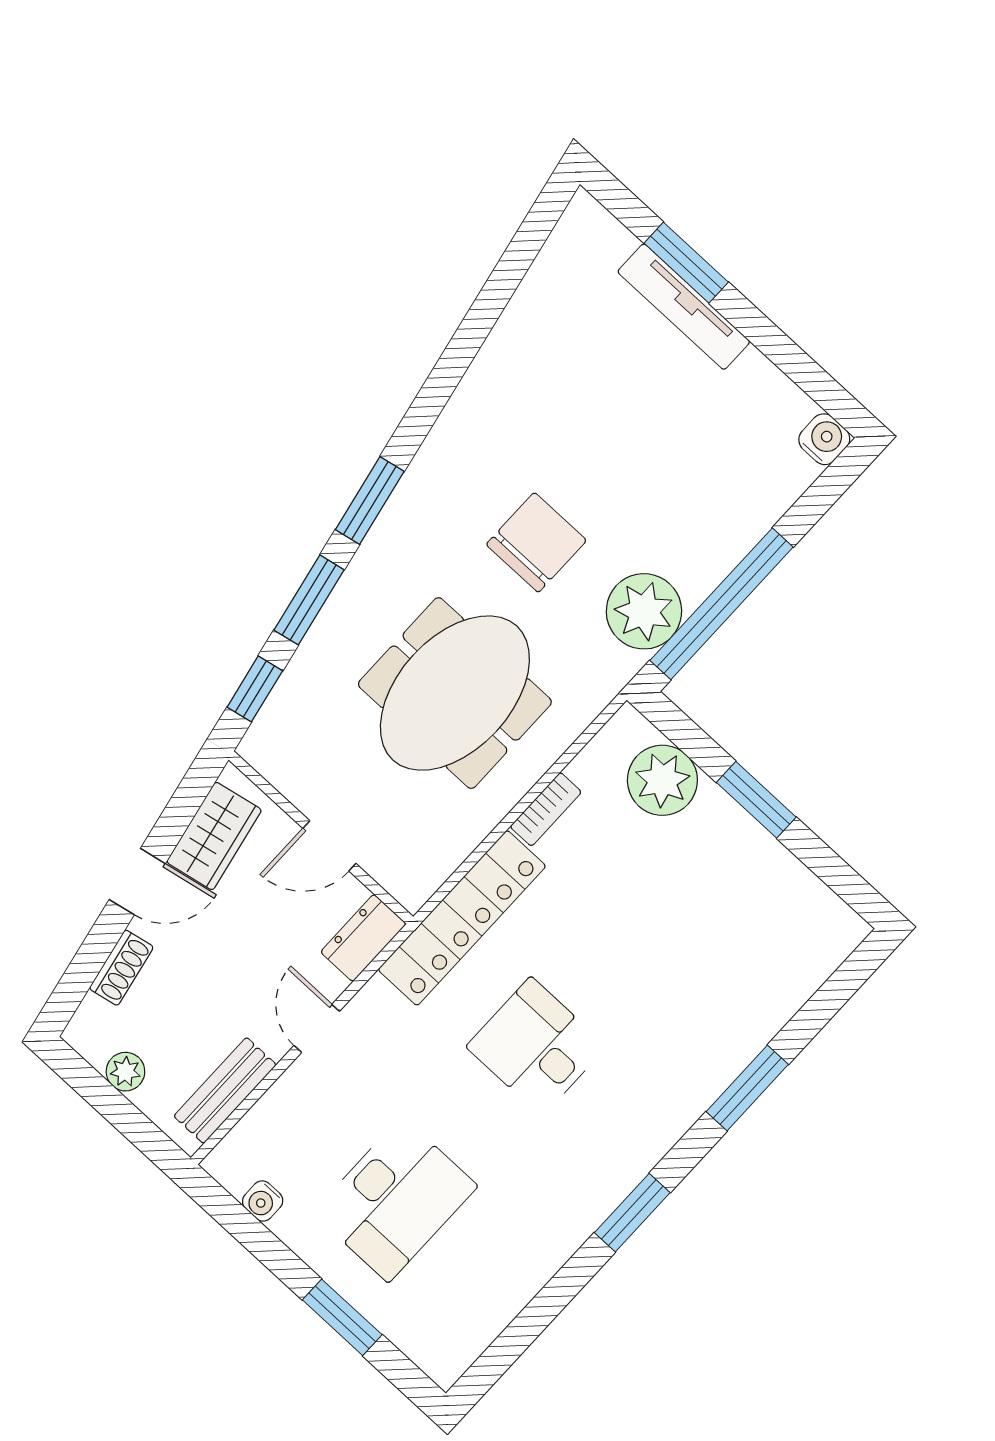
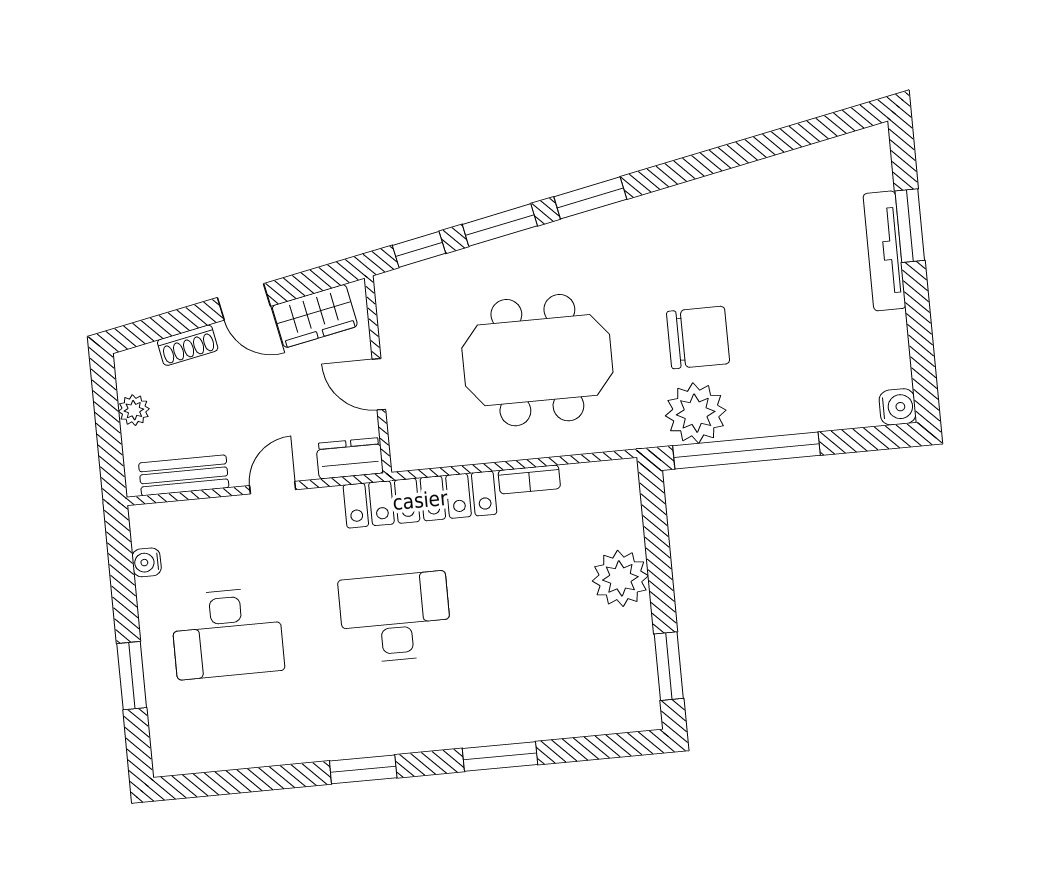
chair: (536, 542) -> (698, 338), moved
plant: (662, 780) -> (620, 578), moved
window: (756, 800) -> (669, 666), moved
desk: (536, 1047) -> (395, 617), width x1.37

